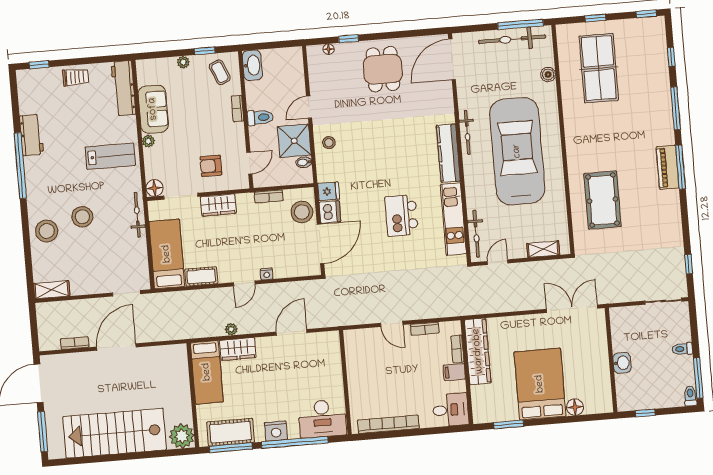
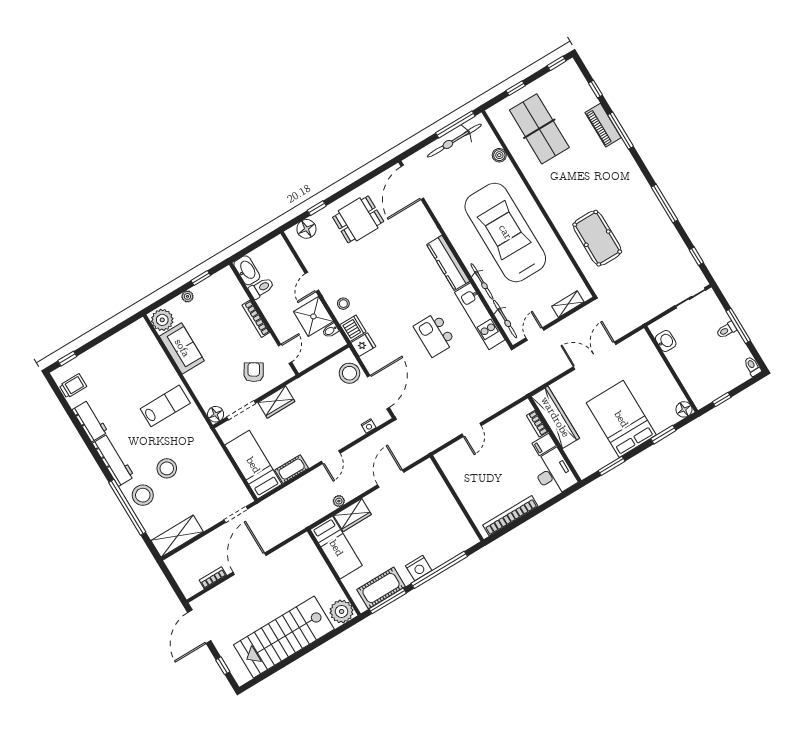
floor lamp: (329, 49) -> (306, 229), width x1.89, depth x1.89
dining table: (383, 69) -> (358, 219), turned 90
coffee table: (220, 72) -> (222, 290), removed
trolley: (76, 77) -> (73, 386), moved
workbench: (123, 88) -> (113, 460), moved, turned 180
bookcase: (238, 108) -> (256, 319), width x1.56
toilet: (260, 118) -> (261, 288), moved
bicycle: (467, 132) -> (482, 281), moved
plant: (148, 141) -> (162, 320), moved, width x1.87, depth x1.87
window: (20, 166) -> (127, 507), moved
armchair: (211, 166) -> (254, 372), turned 122
piano: (668, 167) -> (603, 125), moved
window: (680, 167) -> (664, 203), moved
bookcase: (269, 196) -> (315, 374), removed
dishwasher: (330, 212) -> (353, 328), moved
bicycle: (137, 215) -> (212, 444), removed
nightstand: (267, 274) -> (369, 426), moved
shelving: (52, 290) -> (177, 536), width x1.50, depth x1.33
double door: (572, 309) -> (595, 356), moved
door: (392, 324) -> (472, 430), hinge flipped
bookcase: (425, 329) -> (501, 420), removed
washbasin: (622, 363) -> (666, 341), moved
window: (698, 378) -> (738, 326), moved
floor lamp: (575, 407) -> (684, 409), moved
desk: (451, 410) -> (554, 473), width x1.37
desk: (322, 419) -> (452, 538), removed
window: (573, 419) -> (663, 435), added
window: (43, 432) -> (223, 666), width x0.46

